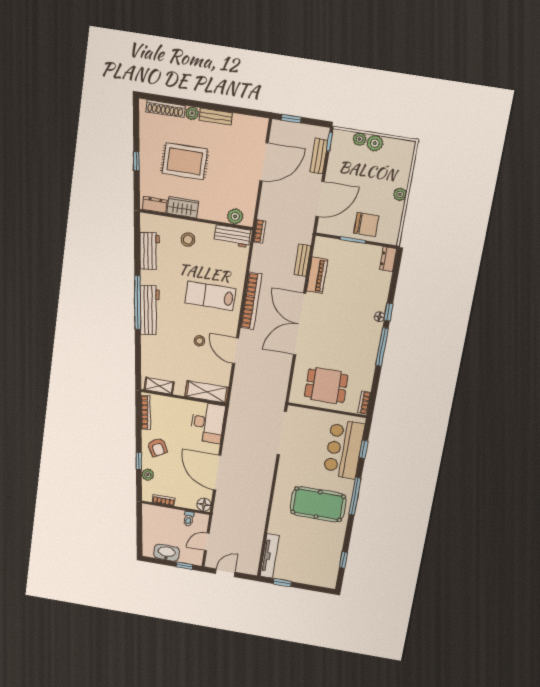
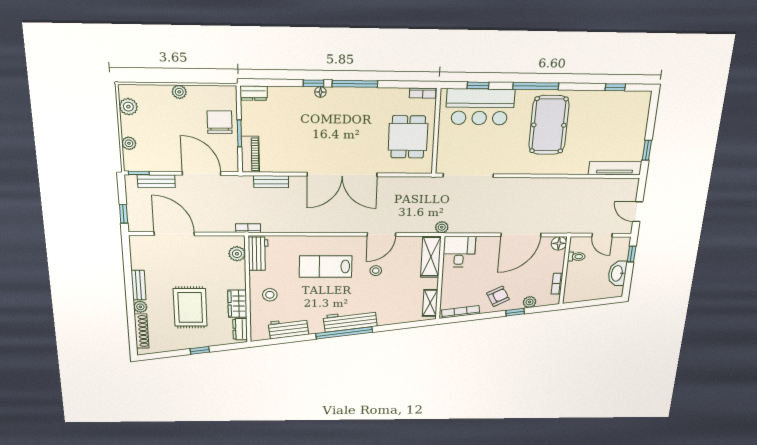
plant: (375, 143) -> (128, 107), moved
piano: (317, 275) -> (250, 154), moved, turned 90
lab bench: (210, 296) -> (326, 266), turned 90
bookcase: (251, 301) -> (324, 226), removed
plant: (235, 405) -> (442, 227), added
desk: (208, 423) -> (459, 252), width x0.73

